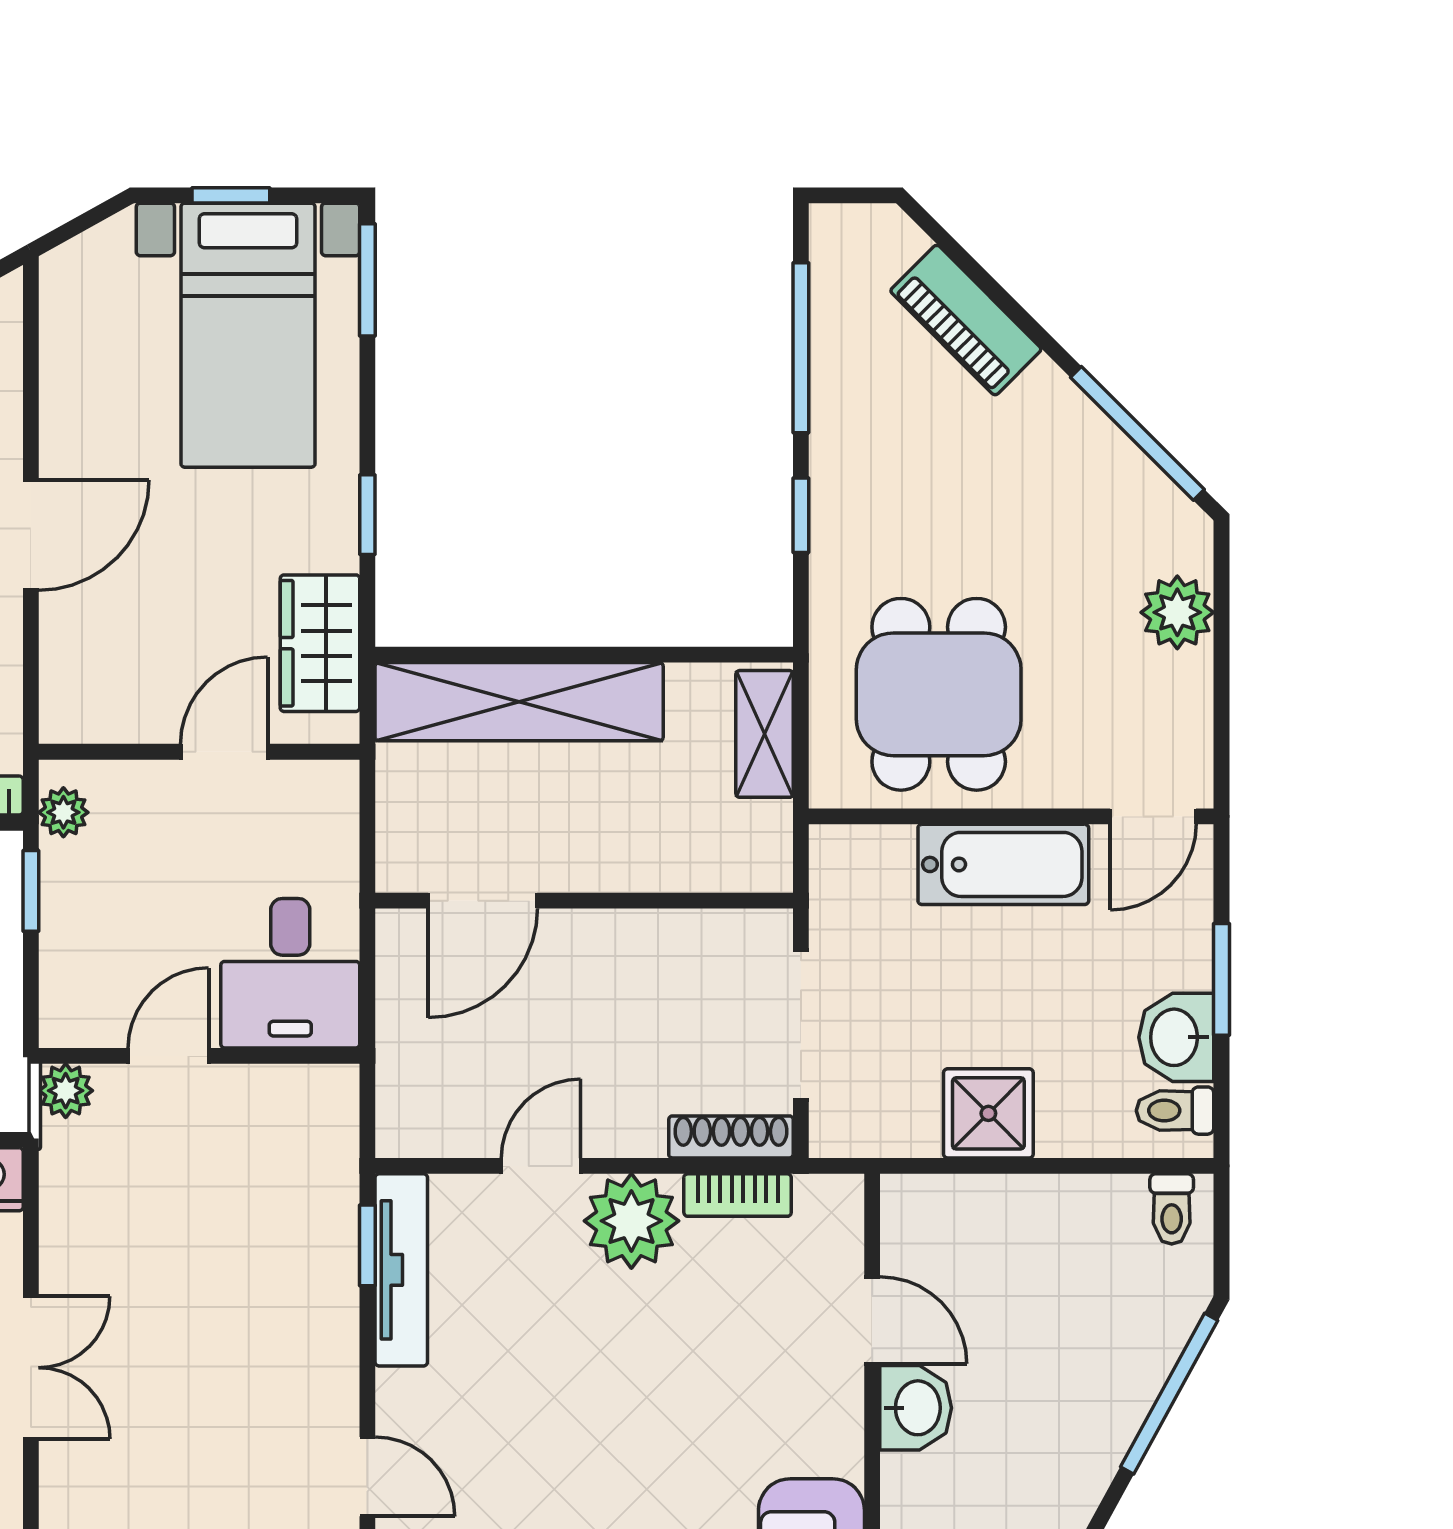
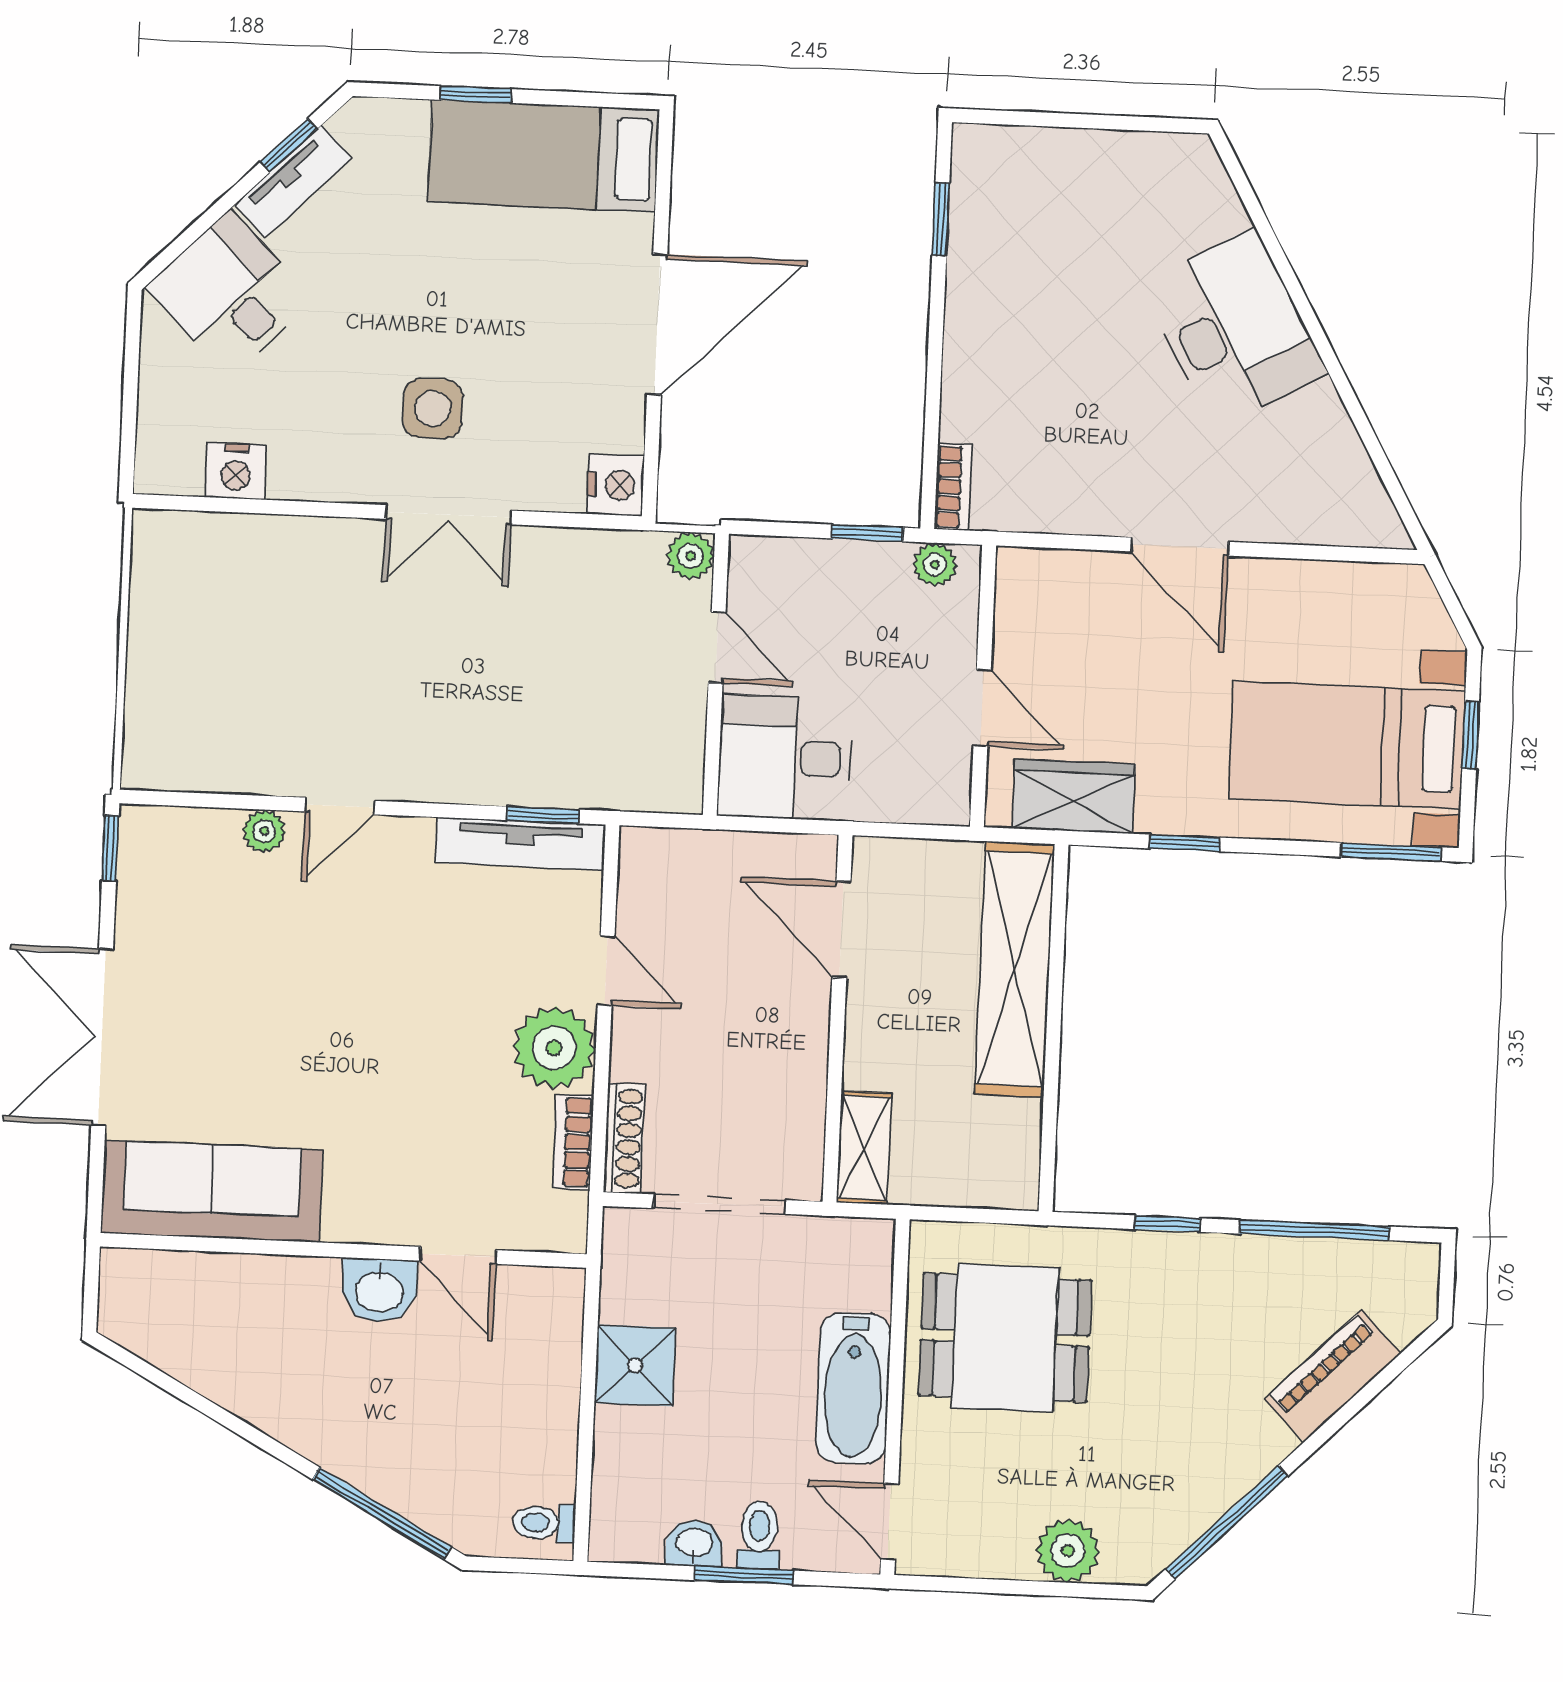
shelving: (765, 734) -> (864, 1148), moved, turned 90
washbasin: (1176, 1037) -> (694, 1544), width x0.72, depth x0.69
toilet: (1175, 1111) -> (759, 1535), moved
door: (872, 1320) -> (458, 1255), hinge flipped

